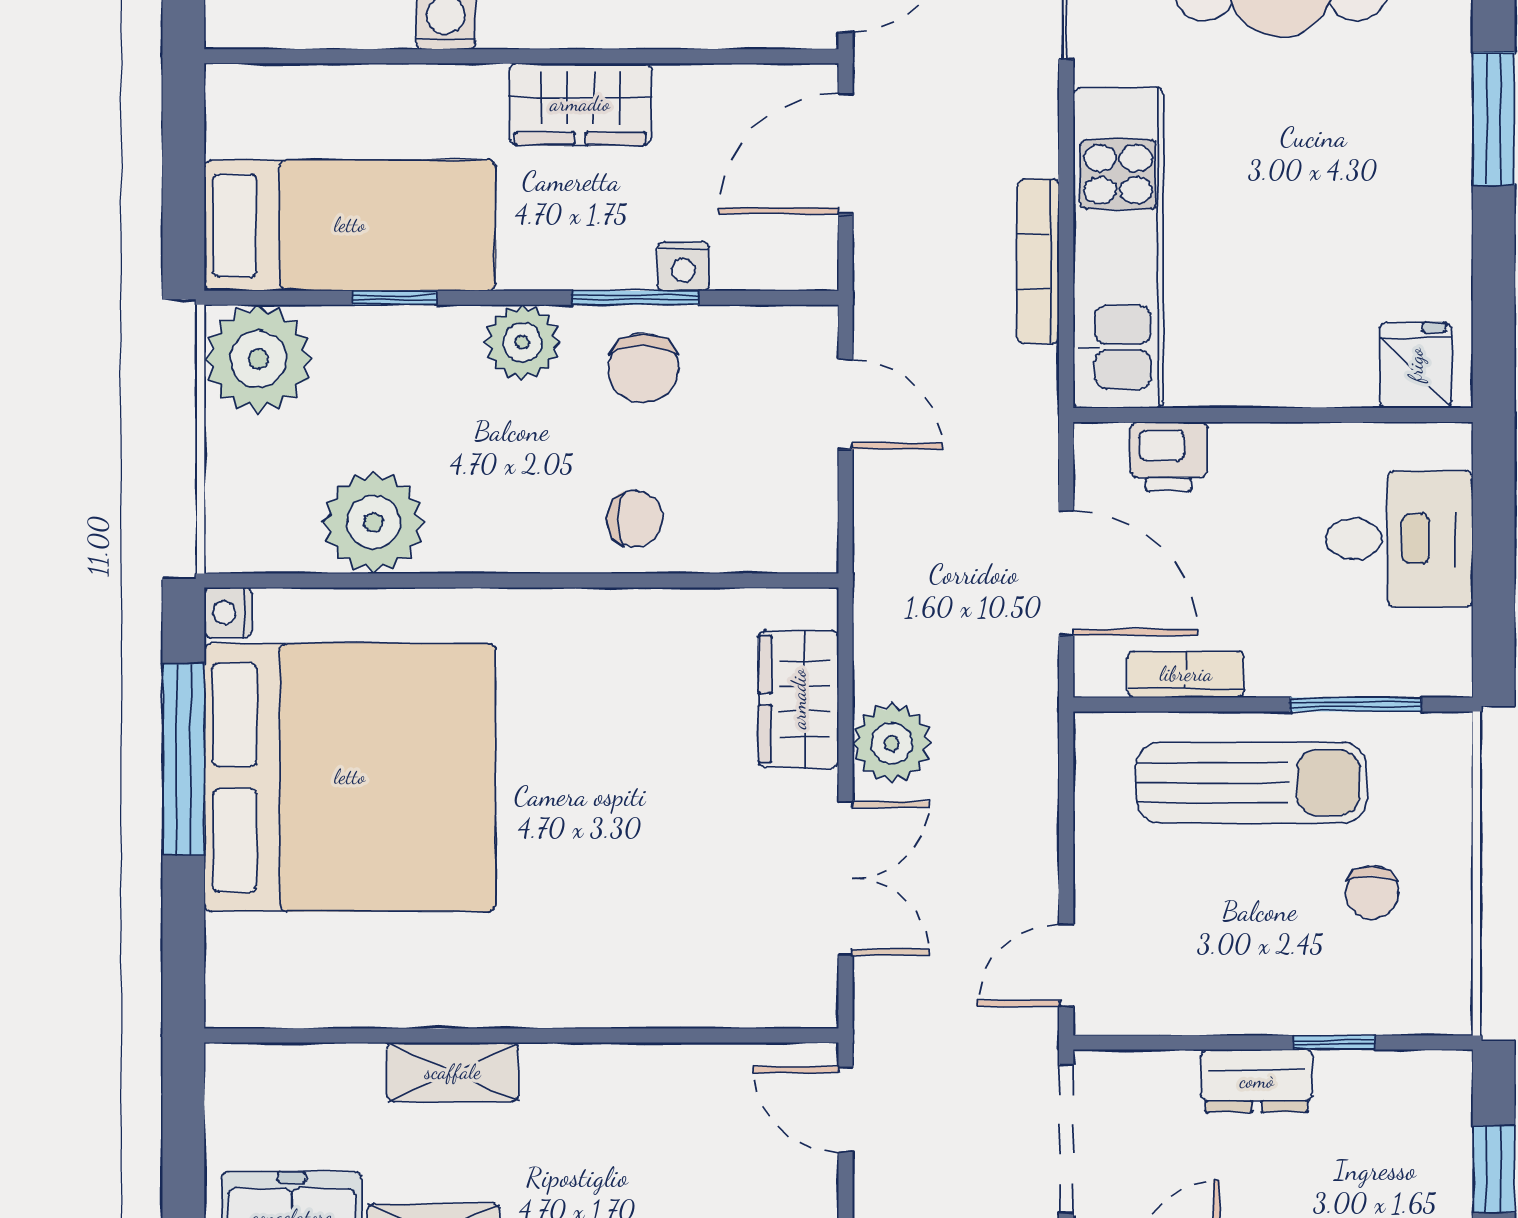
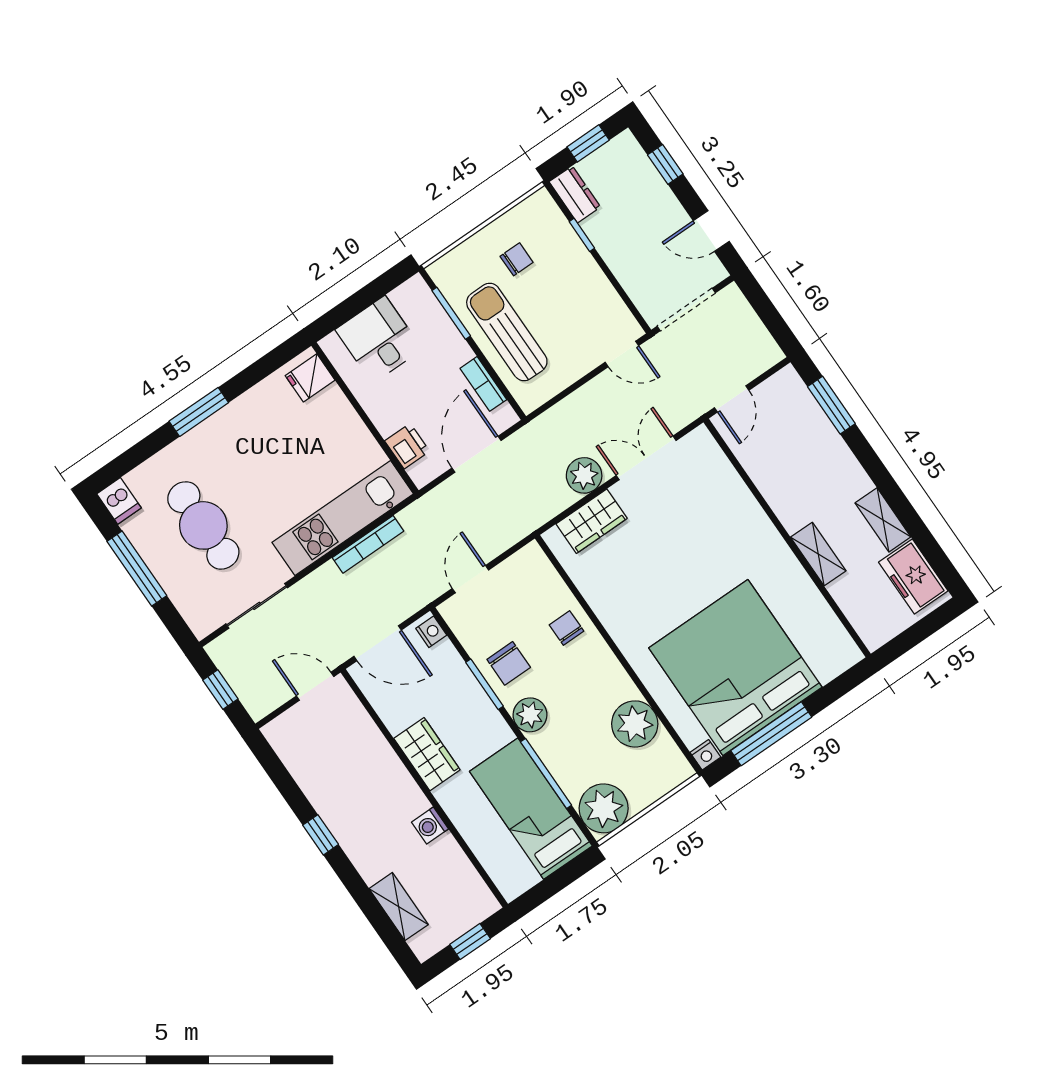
nightstand: (683, 266) -> (431, 632), moved
window: (395, 298) -> (546, 773), width x2.17
chair: (643, 368) -> (509, 663), turned 90
dresser: (1257, 1081) -> (575, 194), moved

